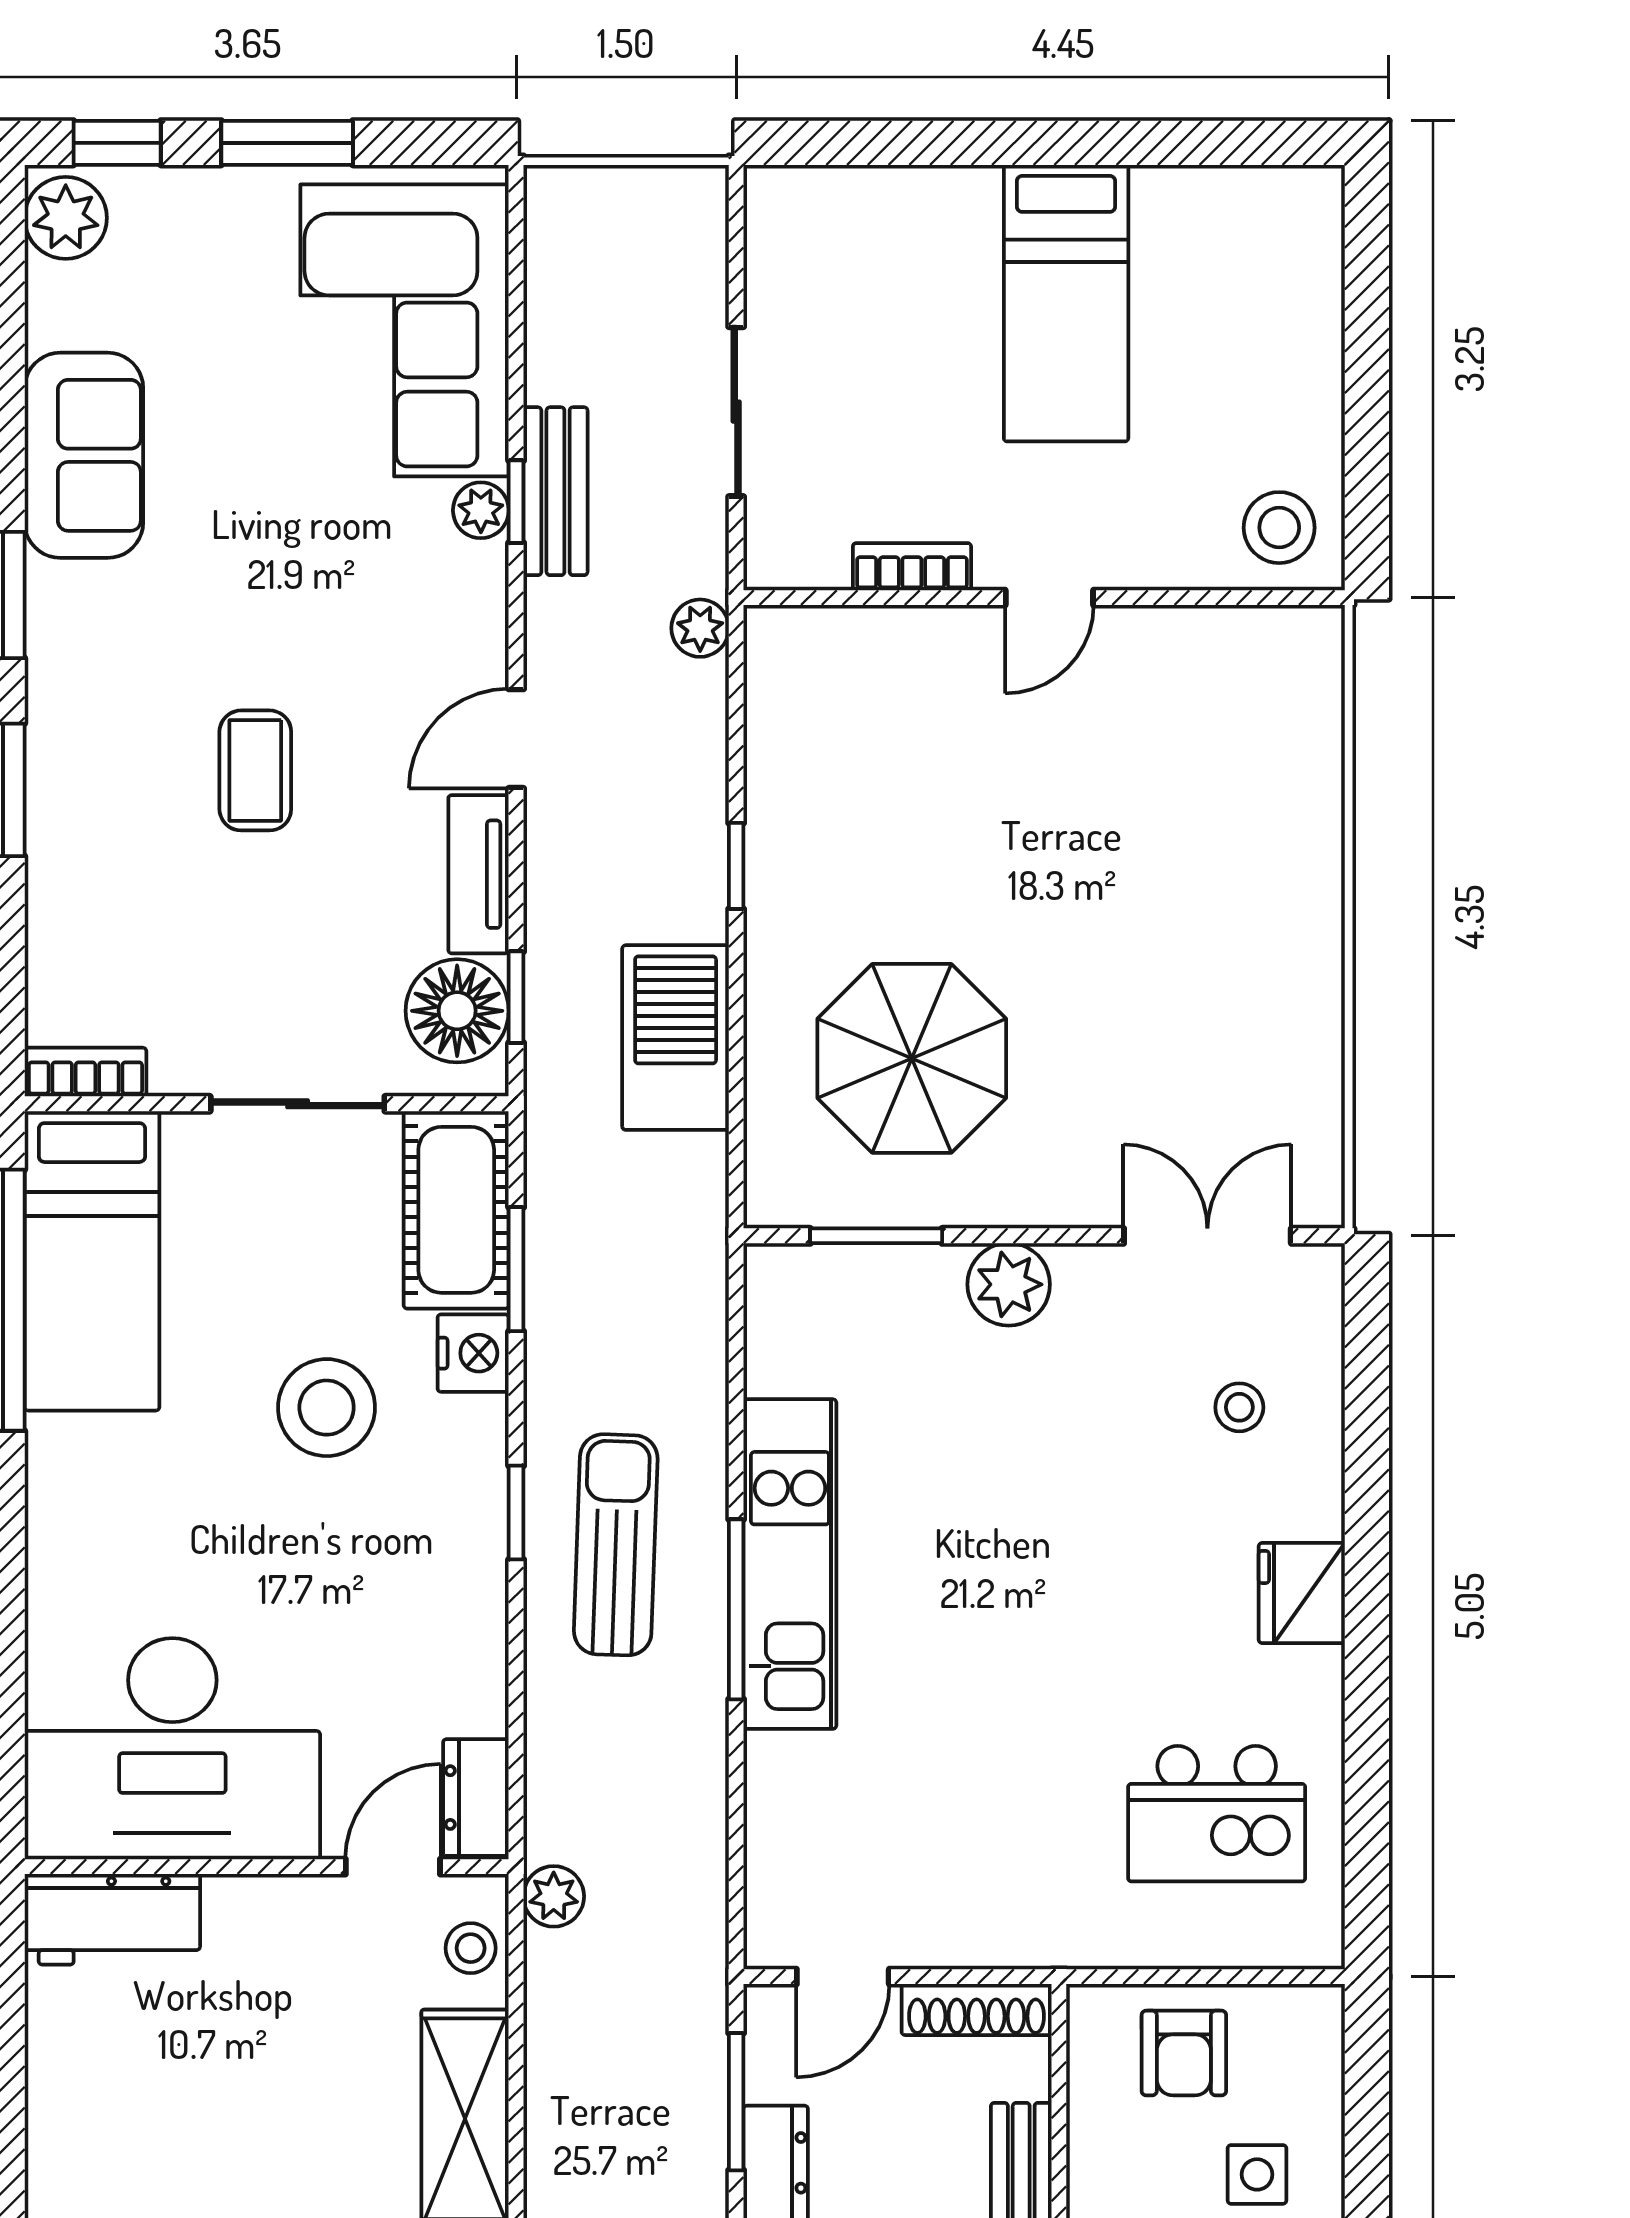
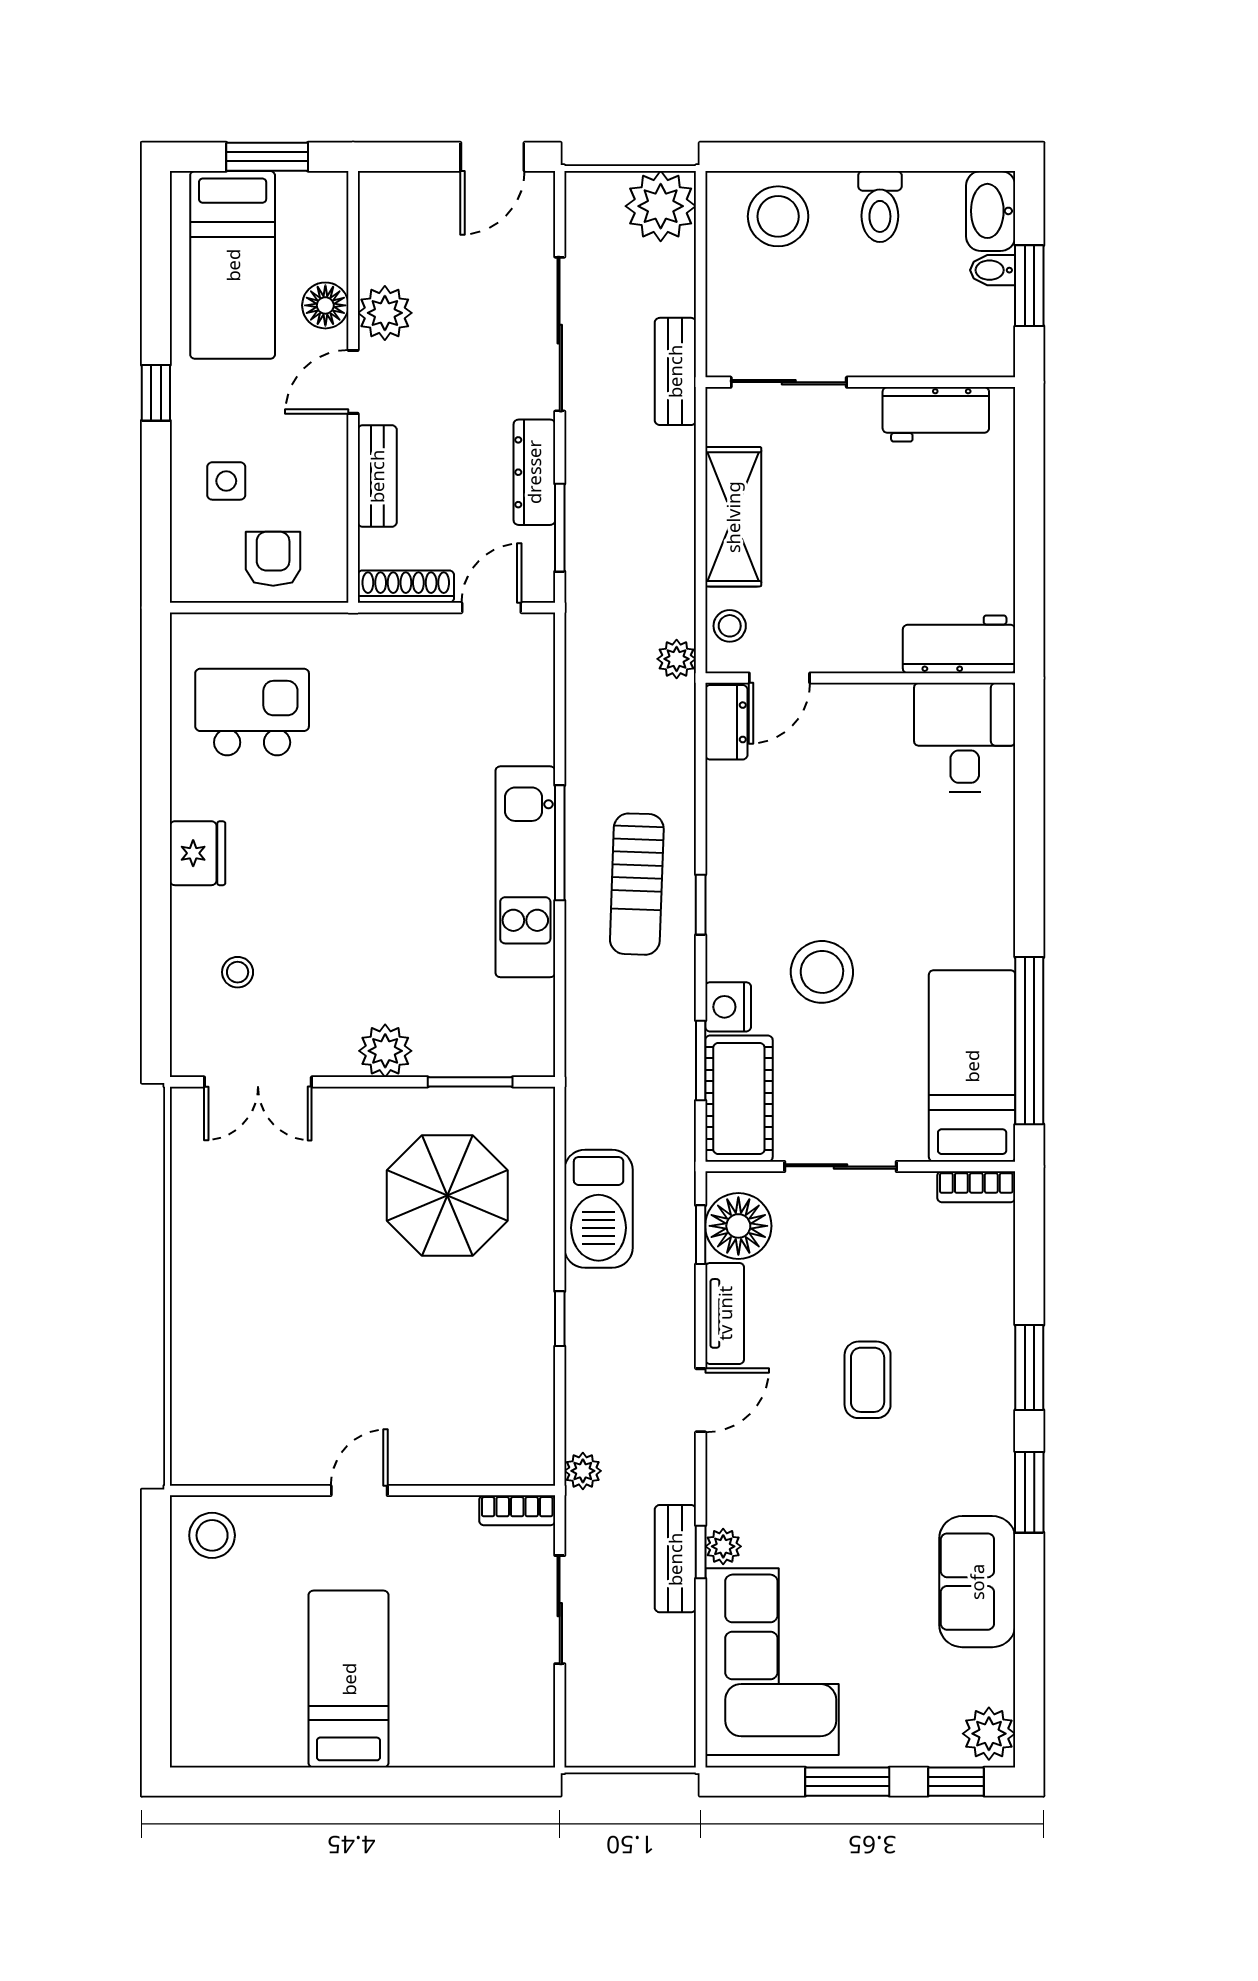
bookcase: (912, 567) -> (517, 1510), moved
desk: (172, 1749) -> (965, 737), width x0.53, depth x0.77

